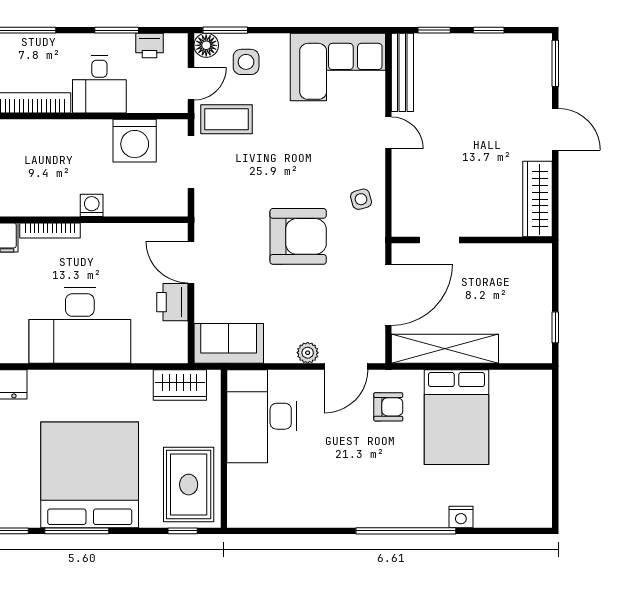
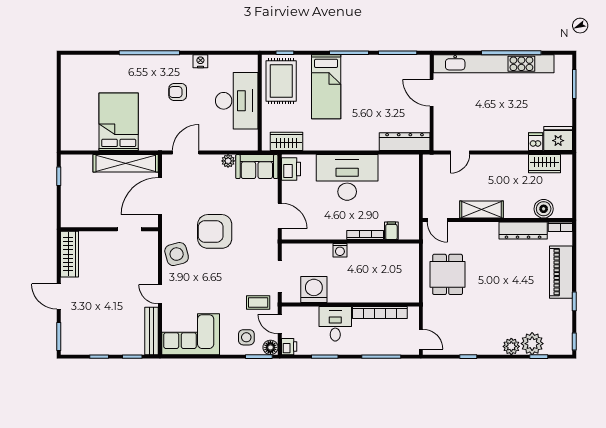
printer: (149, 45) -> (289, 347), moved, turned 90
door: (191, 84) -> (280, 324), hinge flipped
coffee table: (227, 119) -> (258, 303), width x0.73, depth x0.77
side table: (361, 199) -> (177, 254), width x1.87, depth x1.87
printer: (172, 302) -> (291, 169), moved
plant: (308, 353) -> (228, 161), moved
armchair: (388, 407) -> (178, 92), moved
desk: (262, 416) -> (237, 101), moved
bed: (90, 475) -> (326, 87), width x0.49
nightstand: (461, 517) -> (200, 61), moved

